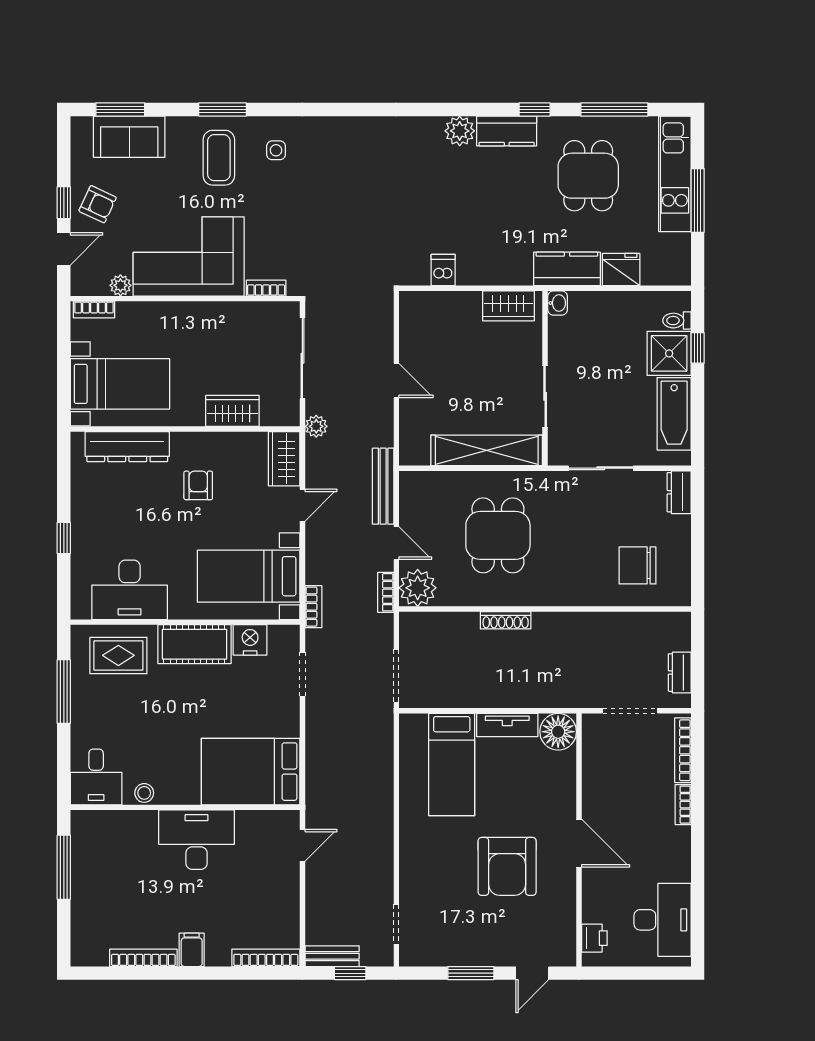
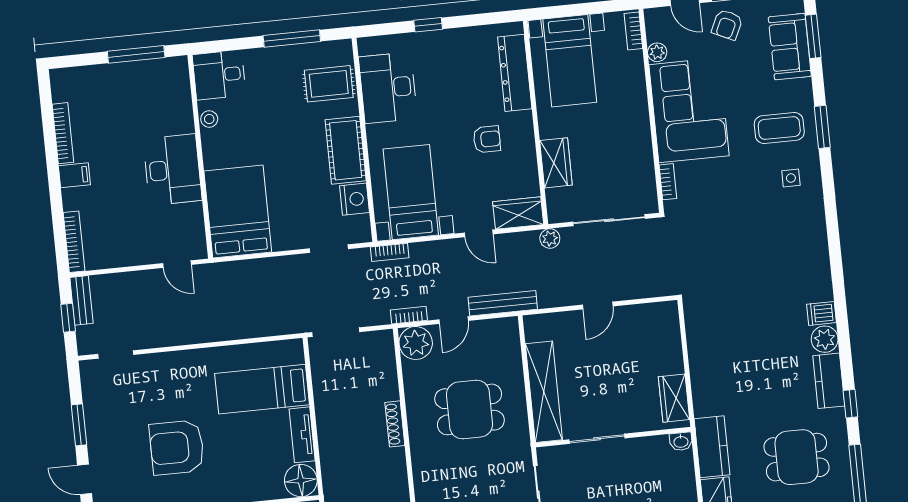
dishwasher: (443, 270) -> (821, 313), moved, turned 180
rug: (118, 655) -> (329, 84), turned 90

